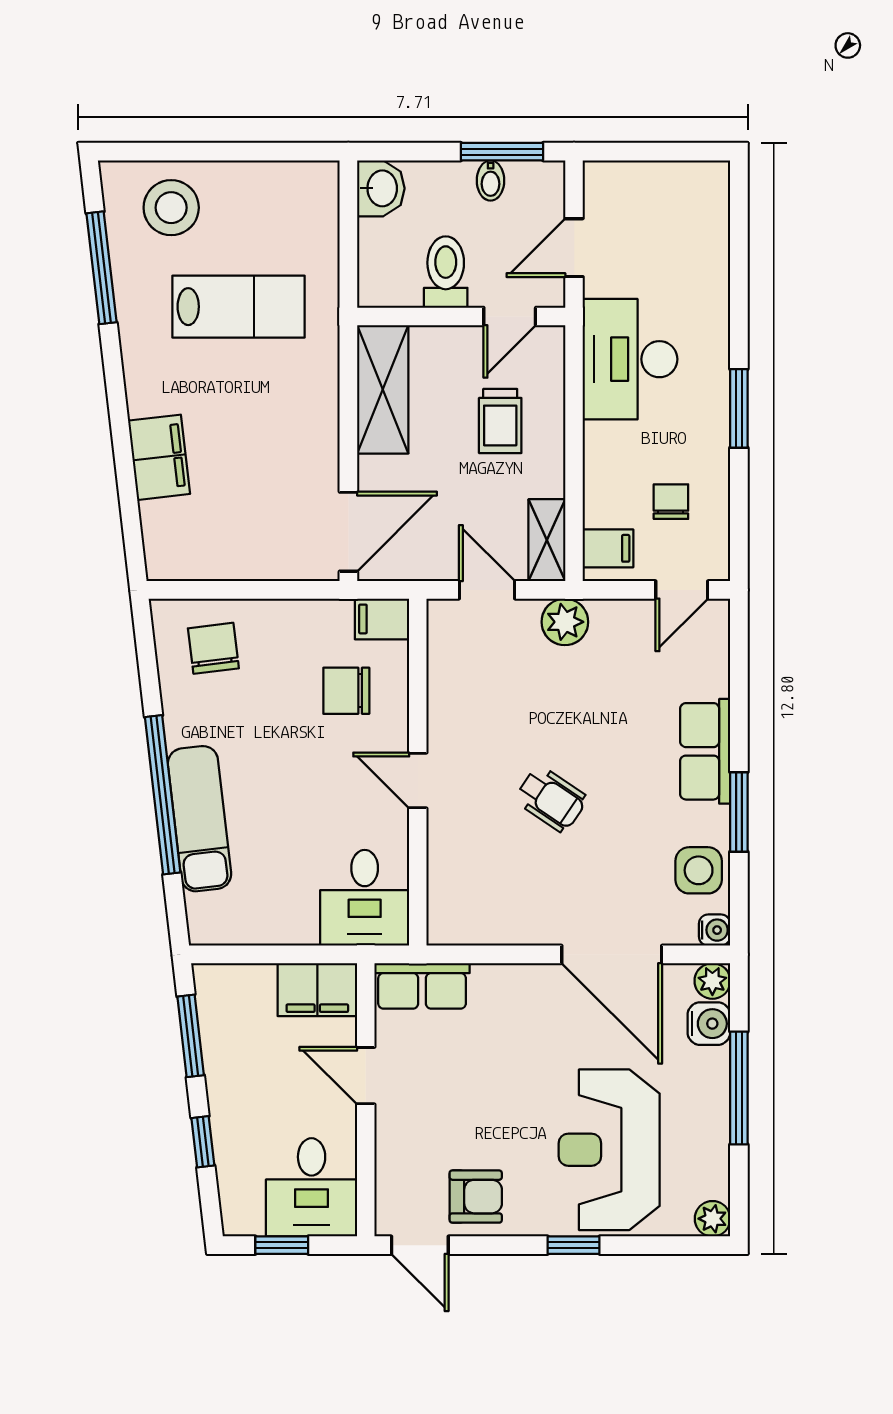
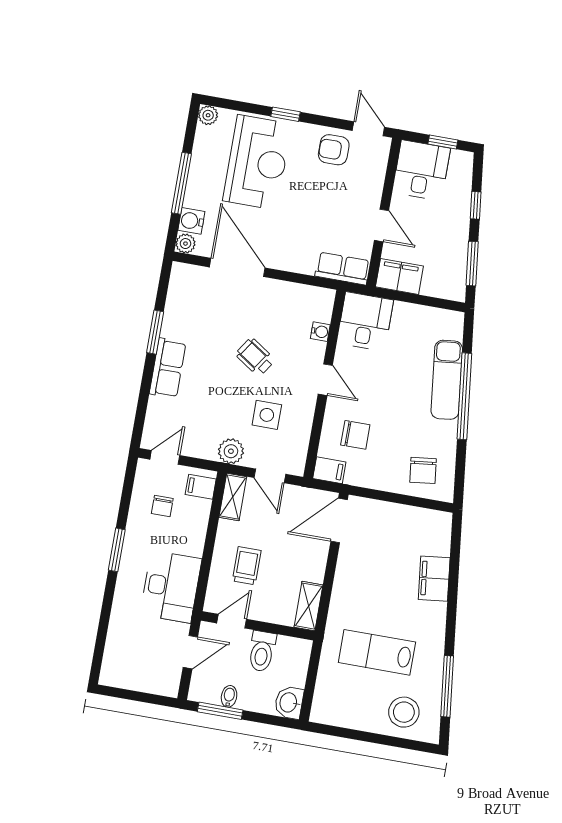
shelving: (383, 389) -> (308, 606), width x0.67, depth x0.75
side table: (699, 870) -> (267, 415), moved
water cooler: (715, 930) -> (320, 332), moved, turned 180

